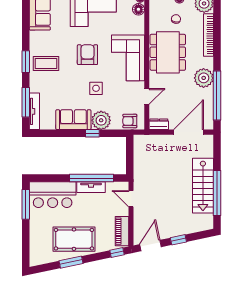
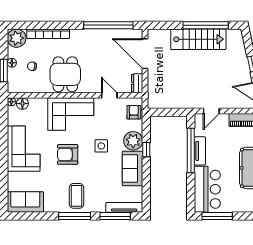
dining table: (168, 52) -> (65, 74), width x0.73
window: (26, 62) -> (75, 216), width x1.44
plant: (204, 78) -> (91, 38), removed
armchair: (130, 121) -> (134, 112), turned 180

